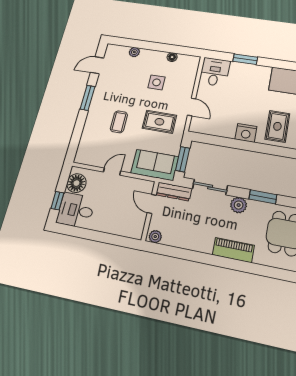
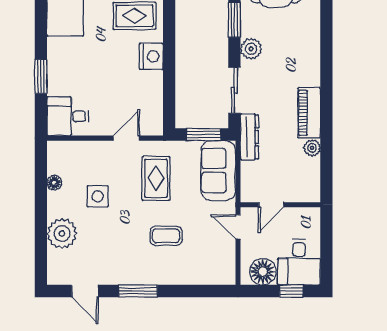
plant: (134, 52) -> (62, 234), width x1.87, depth x1.87
door: (152, 204) -> (271, 205), moved
wall: (150, 211) -> (280, 205), moved
piano: (233, 250) -> (309, 113), moved

